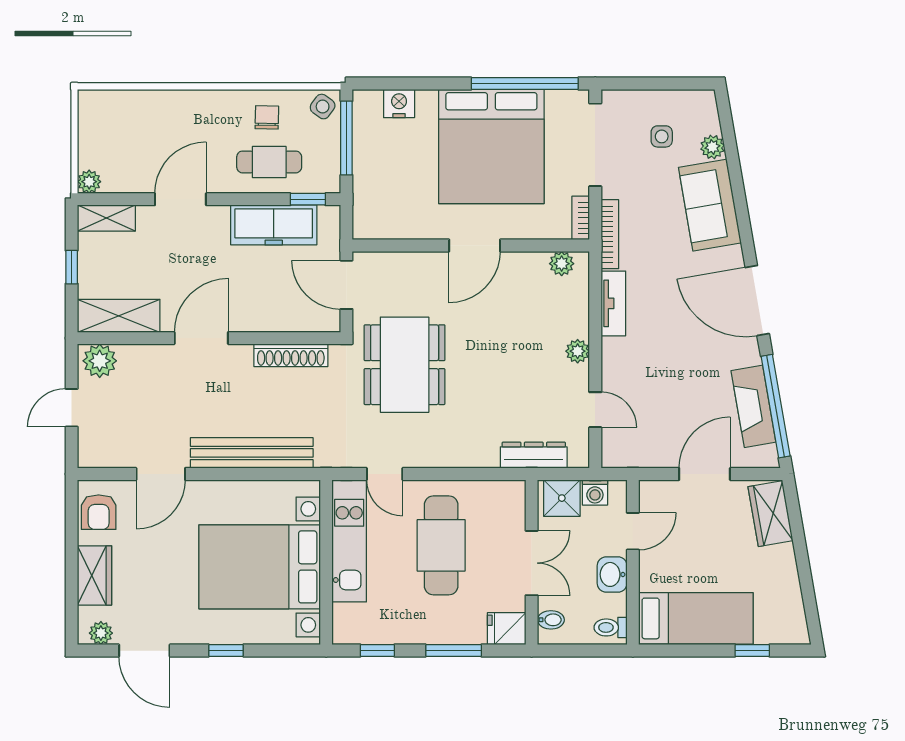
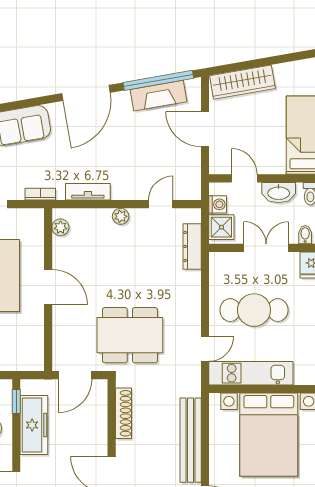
bookcase: (581, 218) -> (29, 214), removed
bookcase: (610, 234) -> (40, 194), width x0.64
wardrobe: (770, 514) -> (242, 82), width x1.50
washbasin: (612, 574) -> (279, 193), width x1.38

